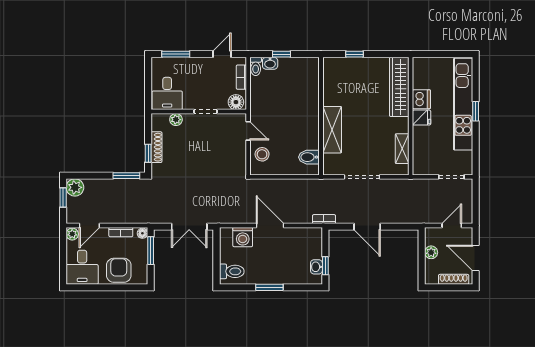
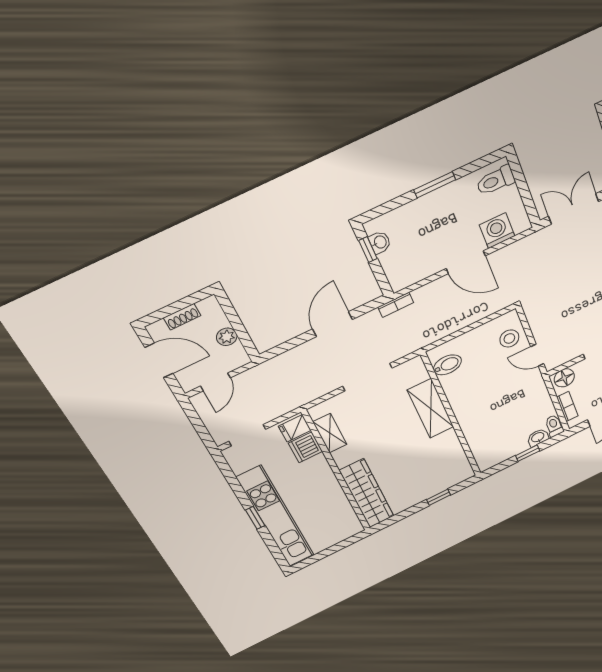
dishwasher: (421, 99) -> (305, 447), moved
fridge: (422, 118) -> (295, 428), moved
door: (367, 227) -> (332, 324), hinge flipped
shoe rack: (454, 279) -> (182, 317), width x0.70

